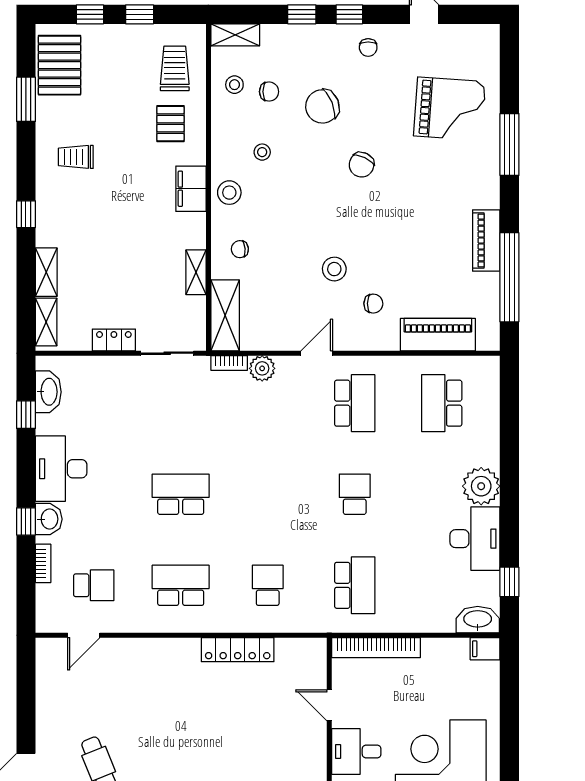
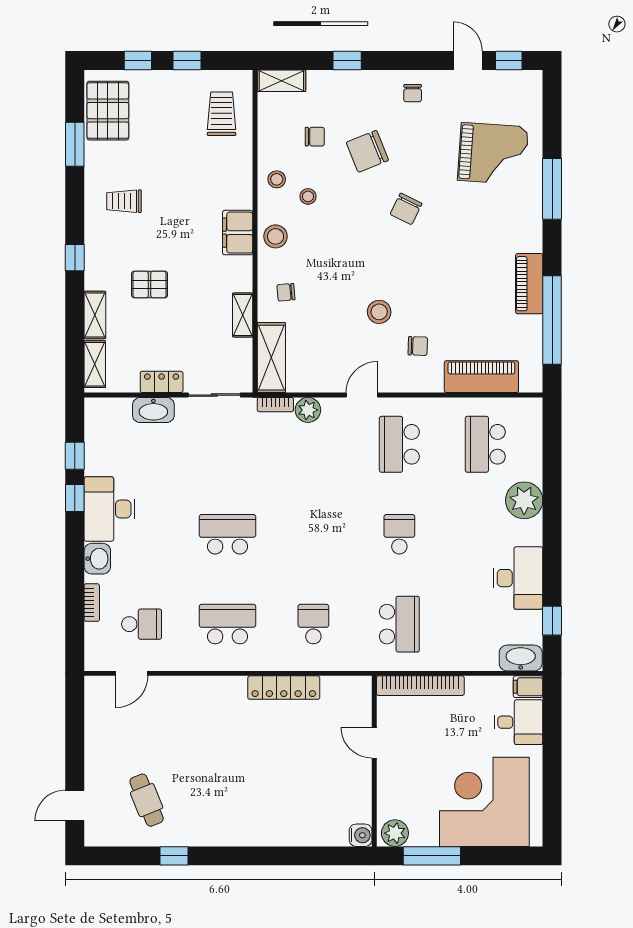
window: (349, 14) -> (509, 60), moved
stool: (234, 85) -> (277, 179), moved
pallet: (170, 124) -> (150, 285), moved, turned 90
washbasin: (48, 392) -> (153, 410), moved, turned 90
school desk: (355, 403) -> (399, 444), turned 180
plant: (481, 486) -> (524, 500), moved
window: (26, 521) -> (75, 498), moved
desk: (356, 752) -> (518, 722), moved, turned 180

